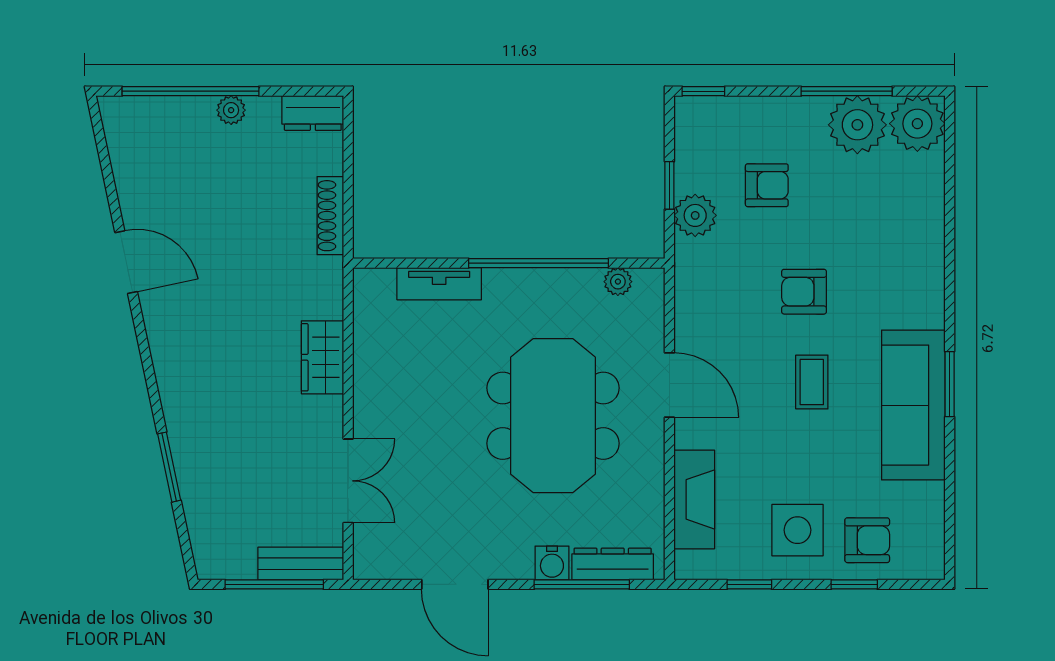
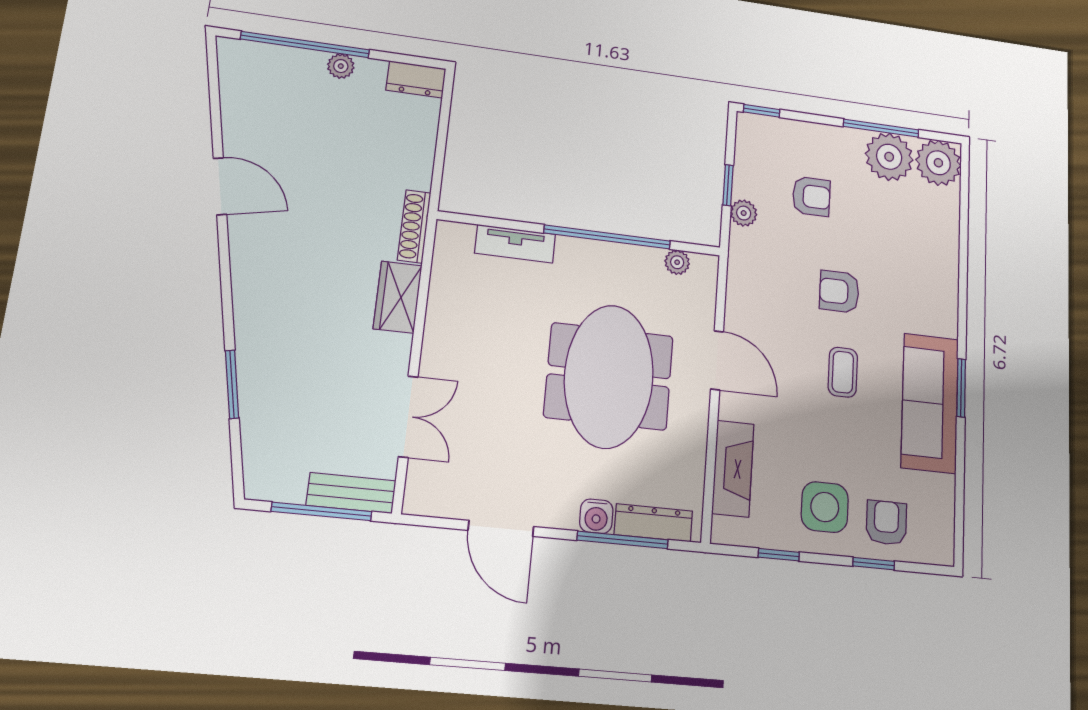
plant: (695, 215) -> (744, 213), width x0.73, depth x0.73
shoe rack: (330, 216) -> (414, 226), moved
armchair: (867, 540) -> (886, 523), turned -90

